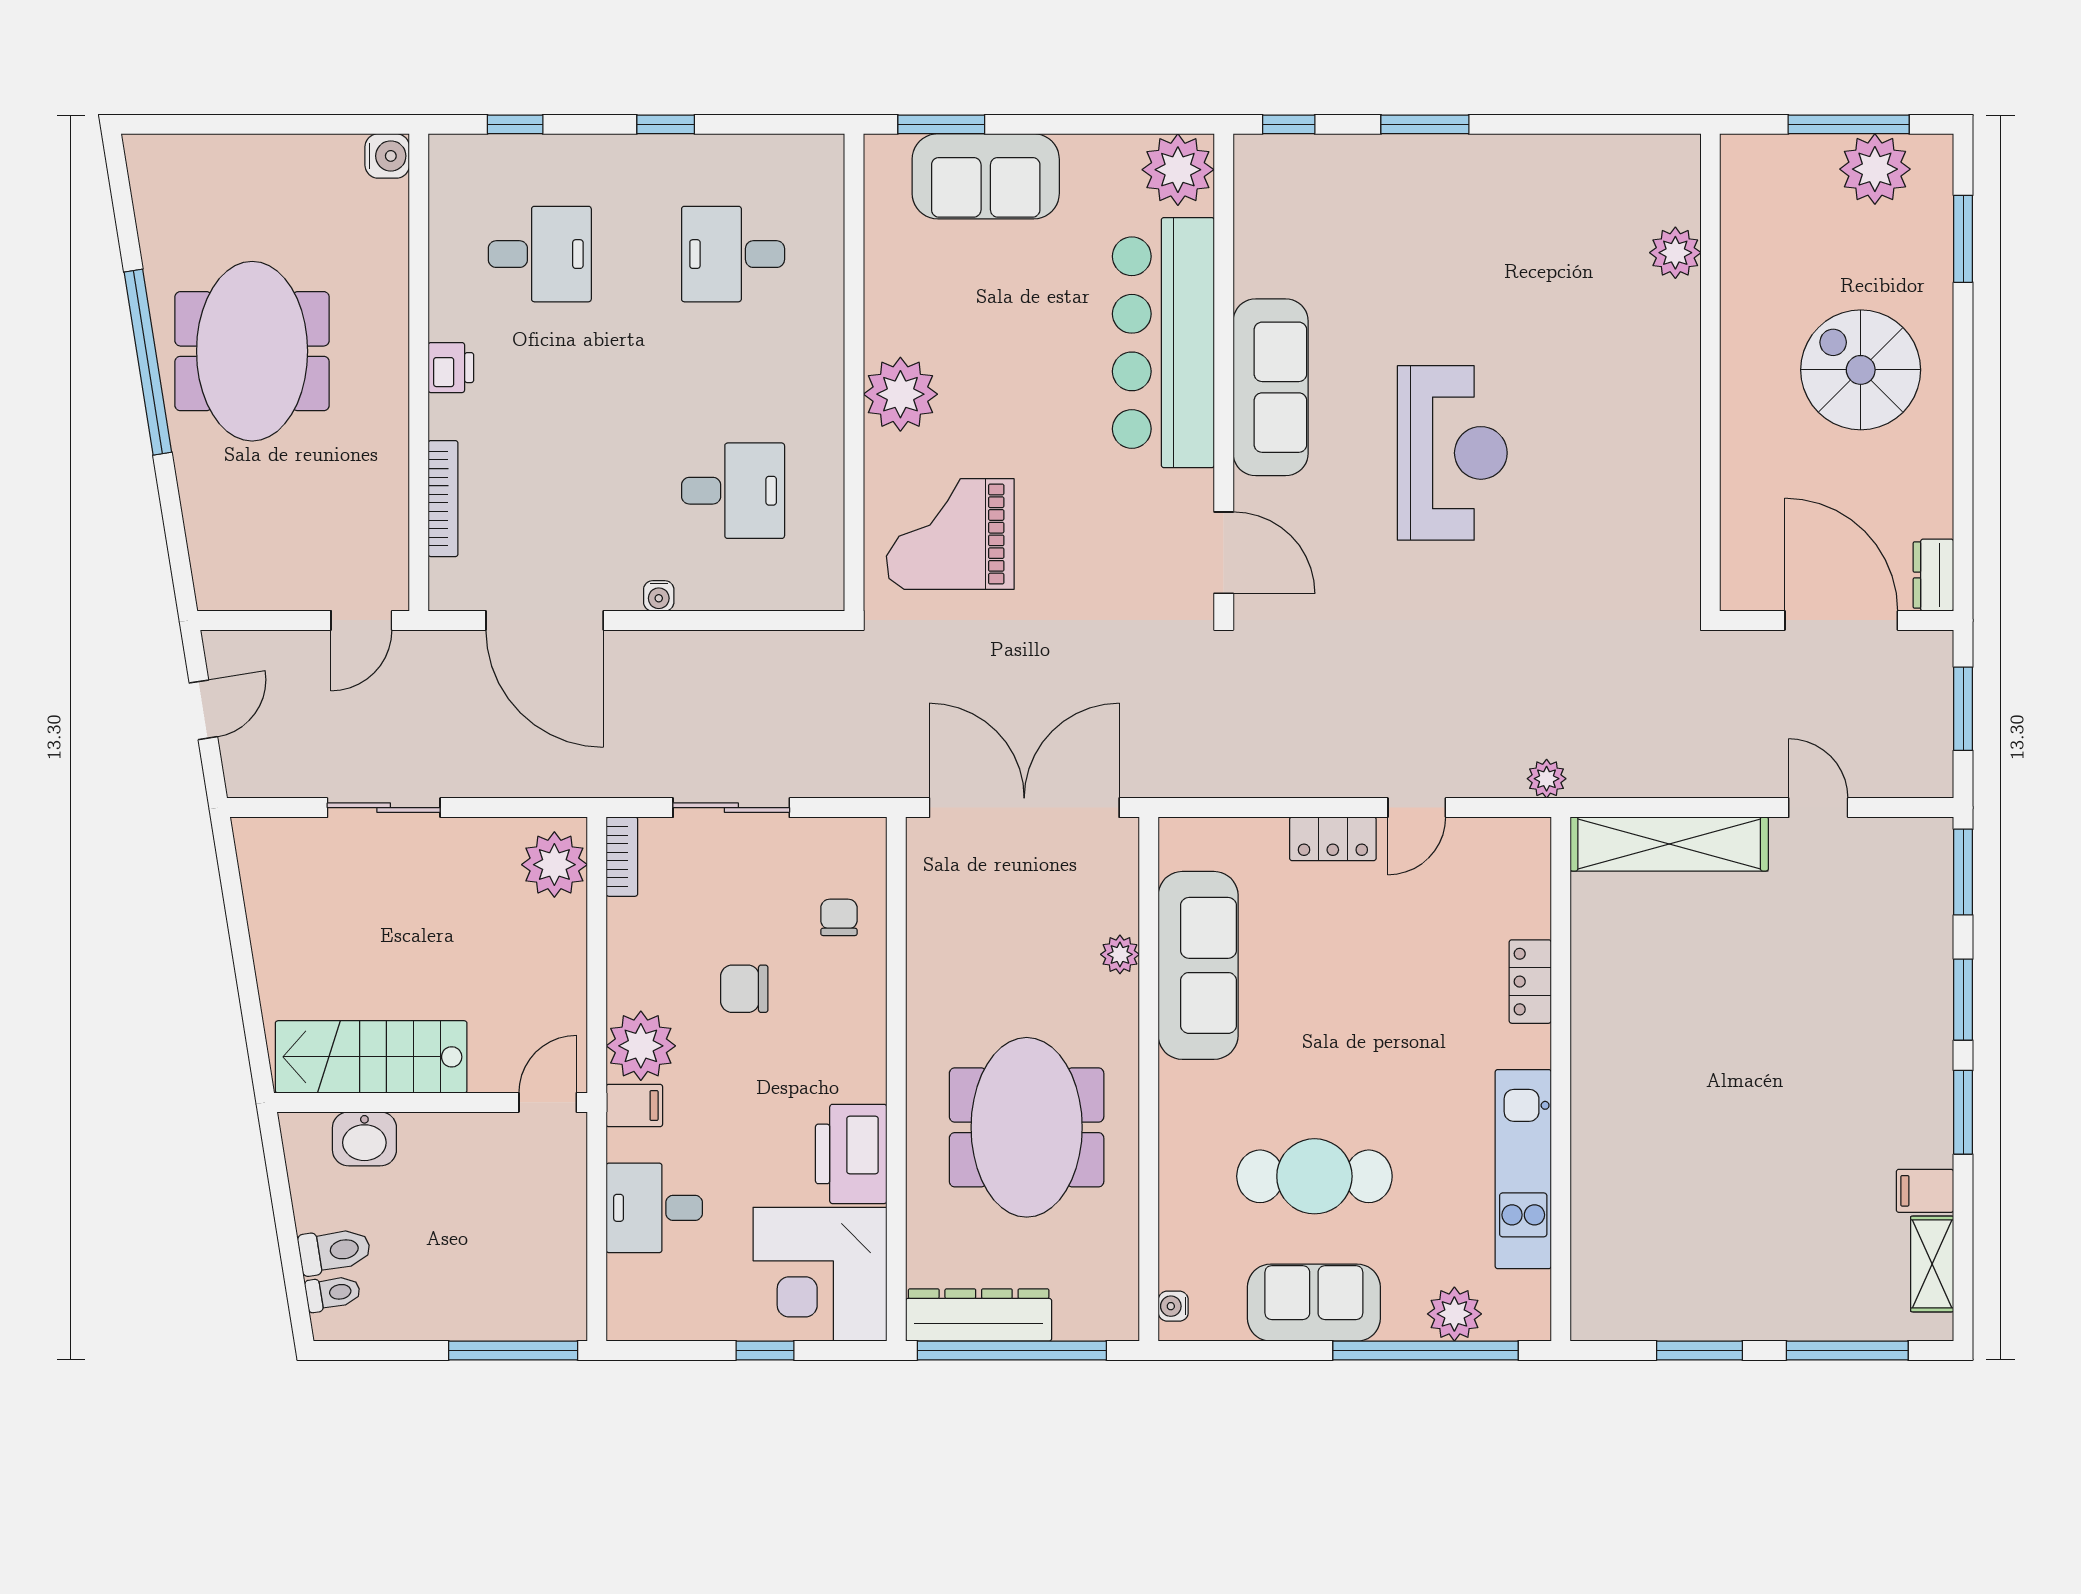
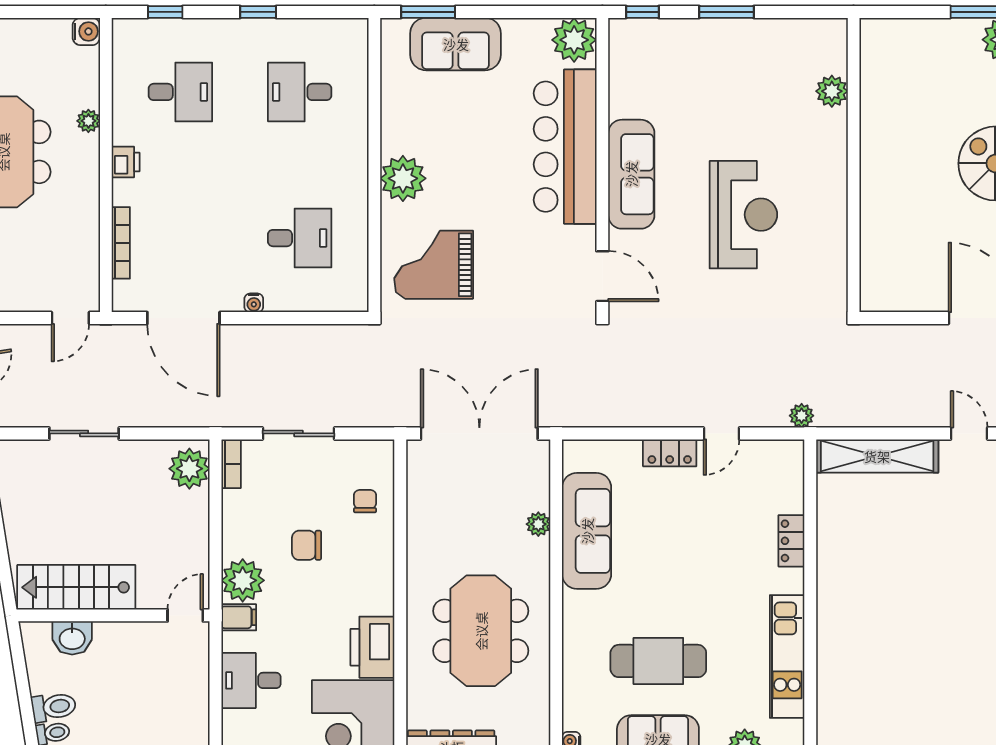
plant: (1675, 253) -> (832, 91), moved
plant: (391, 301) -> (88, 121), added
wall: (1710, 372) -> (854, 165), moved

